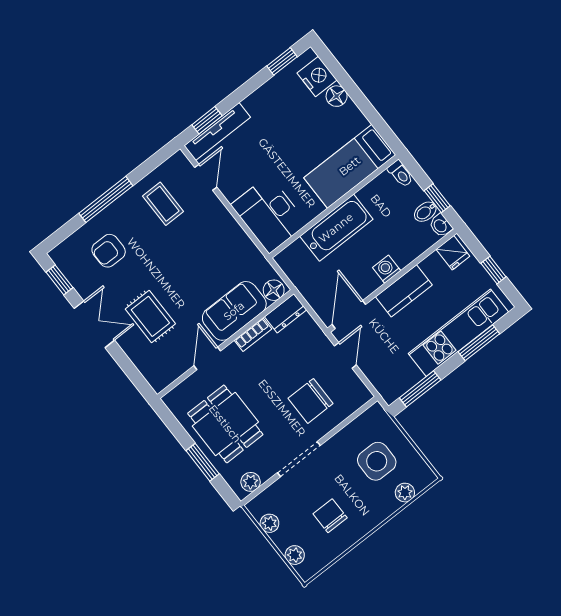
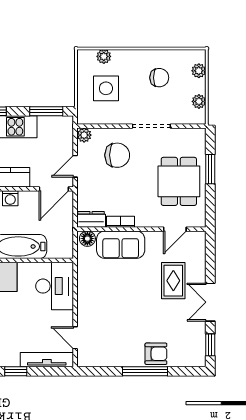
window: (207, 120) -> (16, 371), moved
door: (206, 177) -> (75, 338), hinge flipped
coffee table: (163, 204) -> (113, 342), removed
armchair: (109, 251) -> (156, 354), moved
door: (207, 358) -> (175, 229), moved
plant: (251, 482) -> (84, 135), moved
chair: (330, 516) -> (159, 78), turned -90

